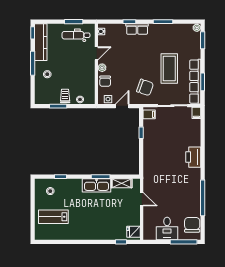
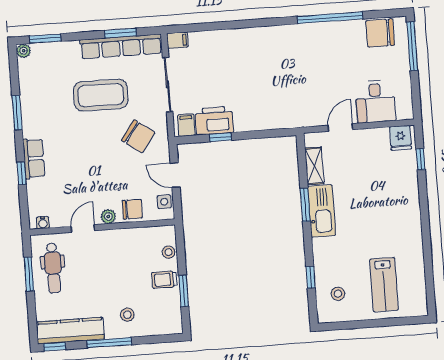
door: (96, 53) -> (83, 229), hinge flipped
chair: (145, 87) -> (138, 136), turned 107
printer: (193, 157) -> (214, 121), moved, turned 180
desk: (167, 229) -> (375, 101), moved, turned 90

